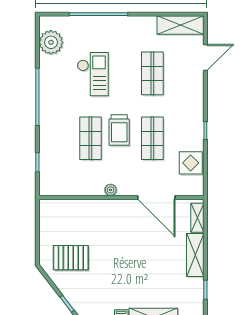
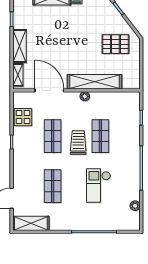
plant: (51, 42) -> (135, 206), width x0.53, depth x0.53
shelving: (98, 209) -> (94, 82), added

